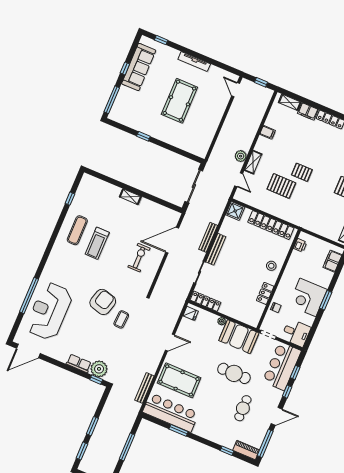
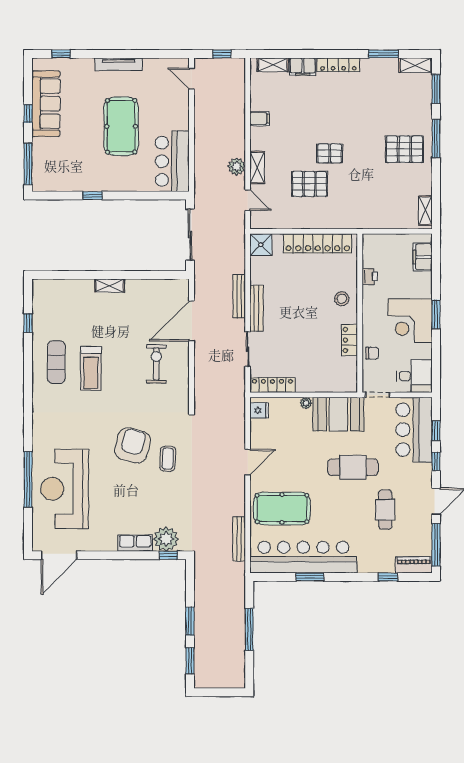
bar counter: (202, 136) -> (172, 161), added
printer: (300, 245) -> (370, 276), moved
bar counter: (171, 413) -> (303, 557), width x1.36

